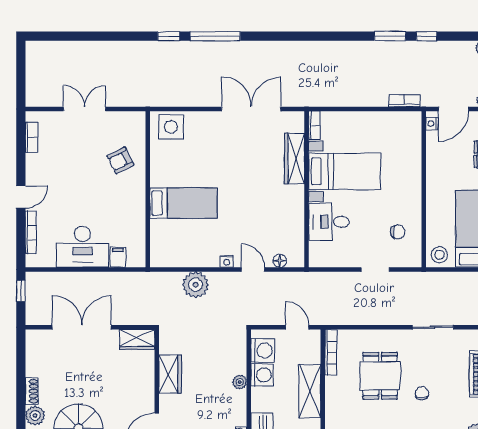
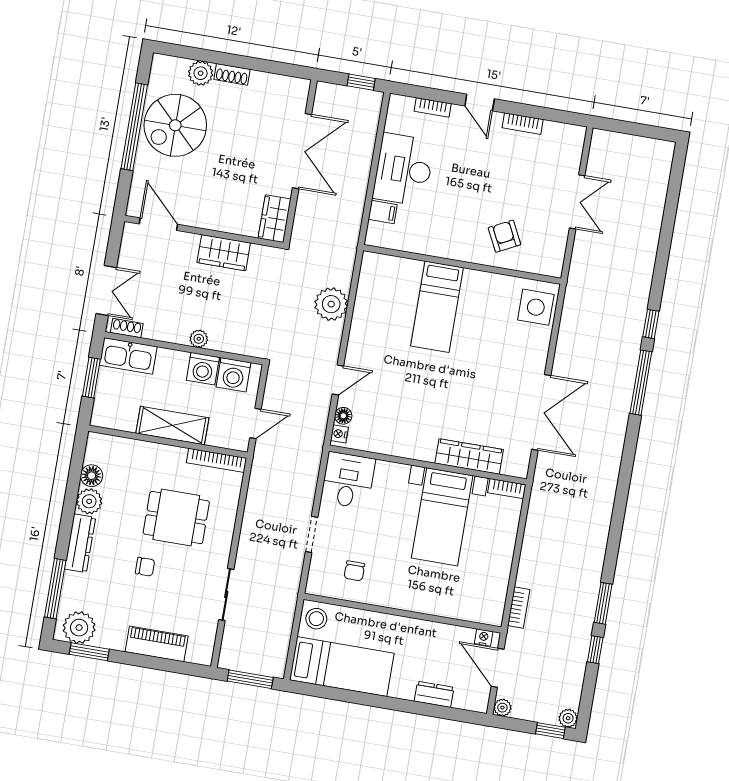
bookcase: (31, 137) -> (523, 124), moved
desk: (329, 222) -> (348, 480), moved
bookcase: (31, 233) -> (433, 107), width x0.64
nightstand: (227, 261) -> (339, 434), moved

